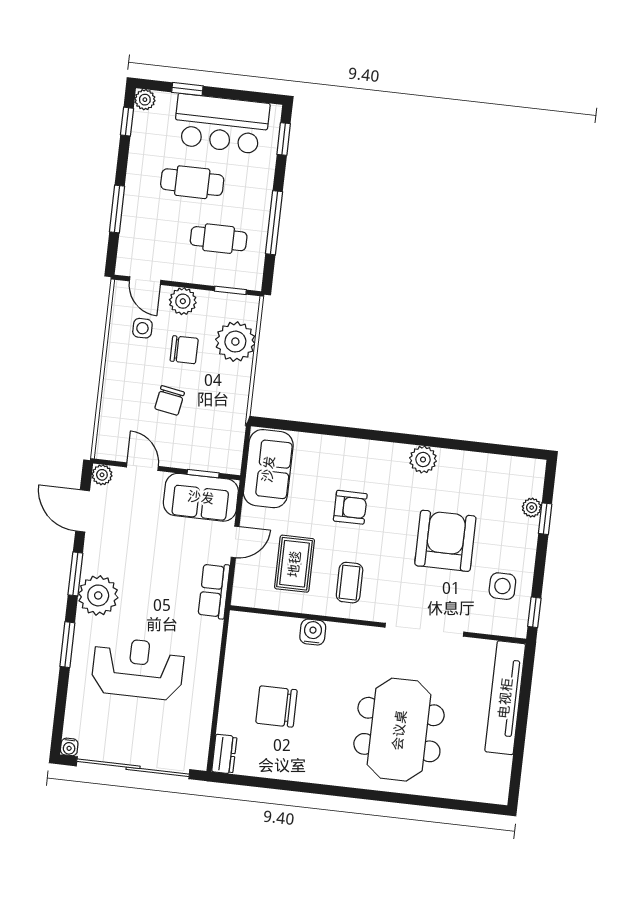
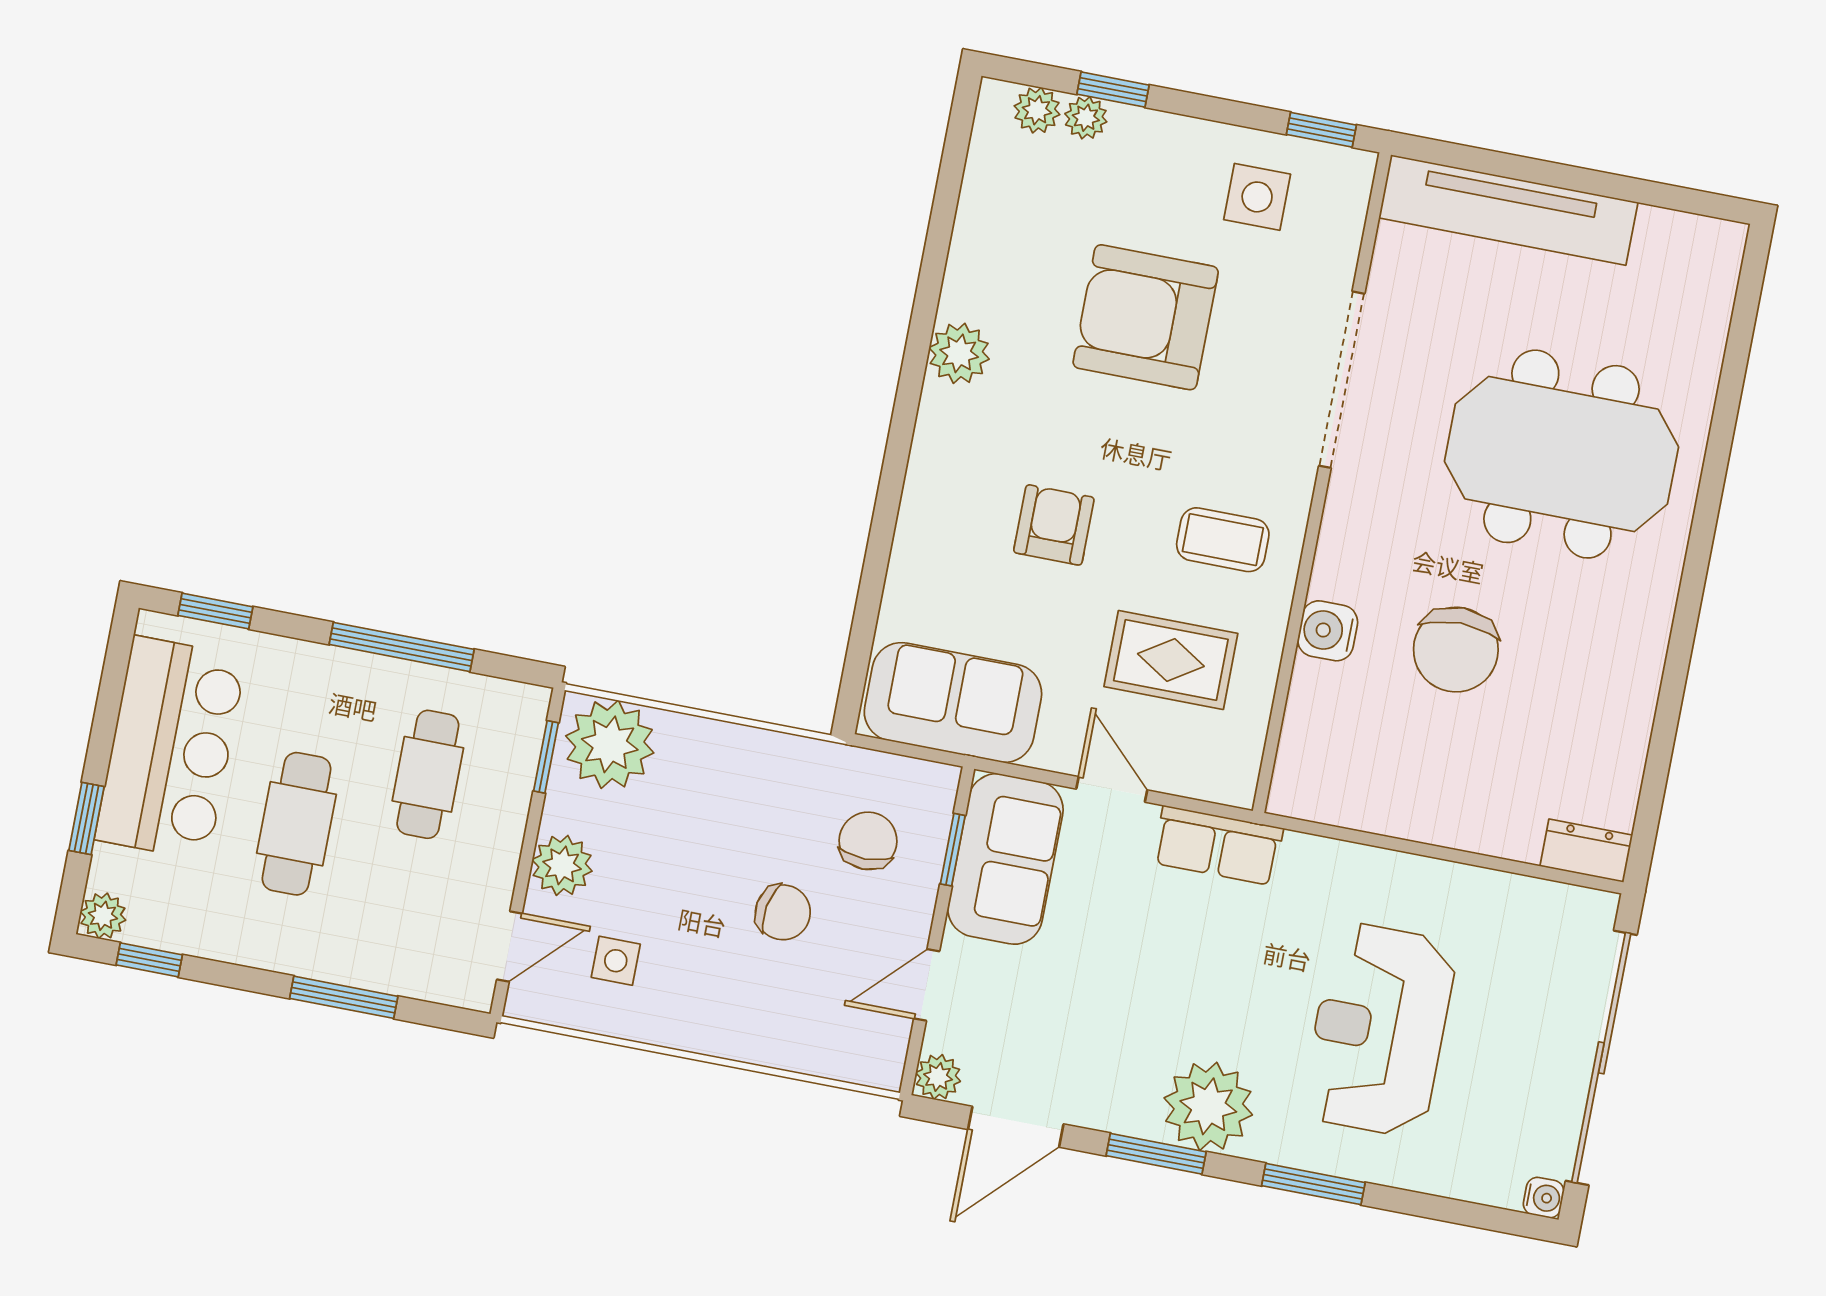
plant: (235, 342) -> (610, 744), moved
chair: (184, 350) -> (868, 841), moved
plant: (533, 486) -> (1037, 110), added
chair: (276, 706) -> (1456, 650), moved

